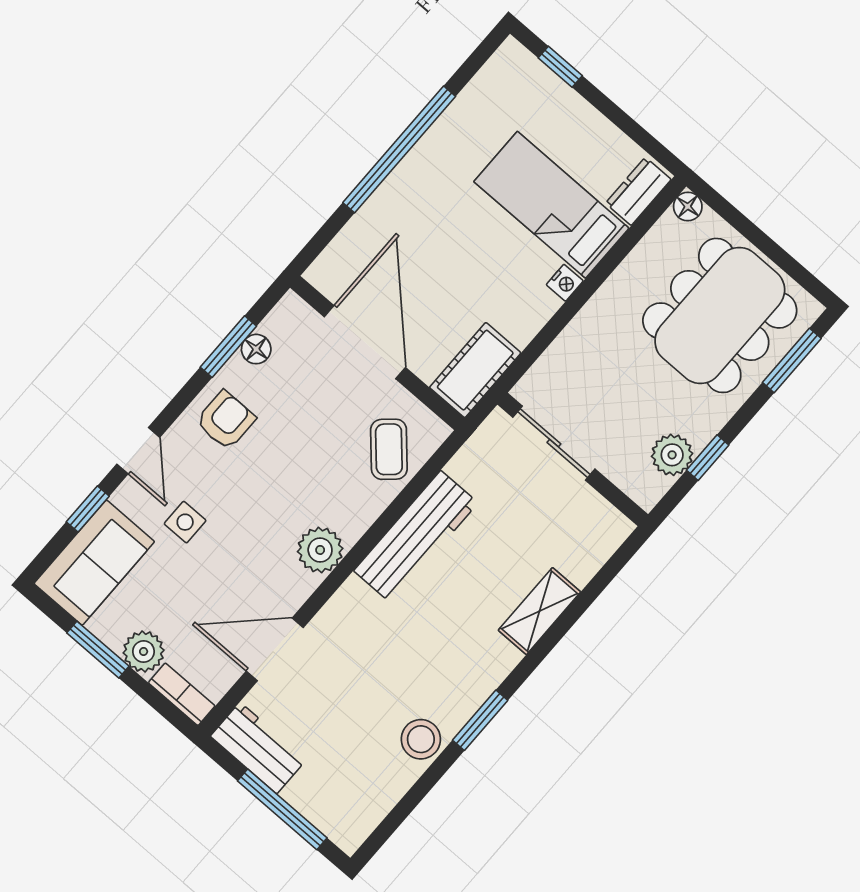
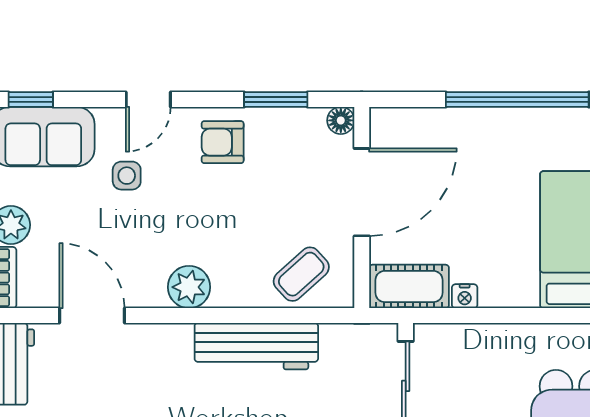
nightstand: (565, 283) -> (465, 296), moved
floor lamp: (256, 349) -> (341, 120), moved
armchair: (226, 420) -> (223, 142), turned 180
window: (88, 509) -> (31, 100), moved

